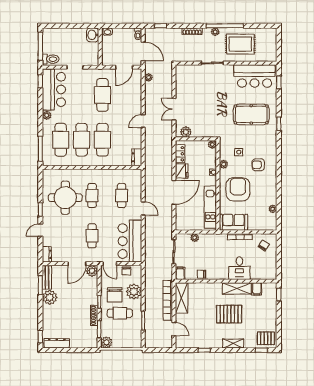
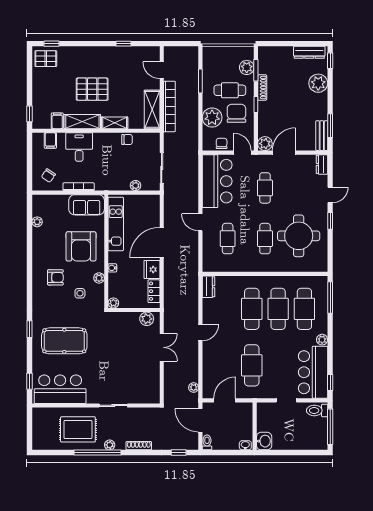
filing cabinet: (180, 273) -> (50, 141), moved
plant: (50, 297) -> (318, 83), moved
plant: (106, 342) -> (247, 67), moved
shelving: (233, 343) -> (115, 123), moved

